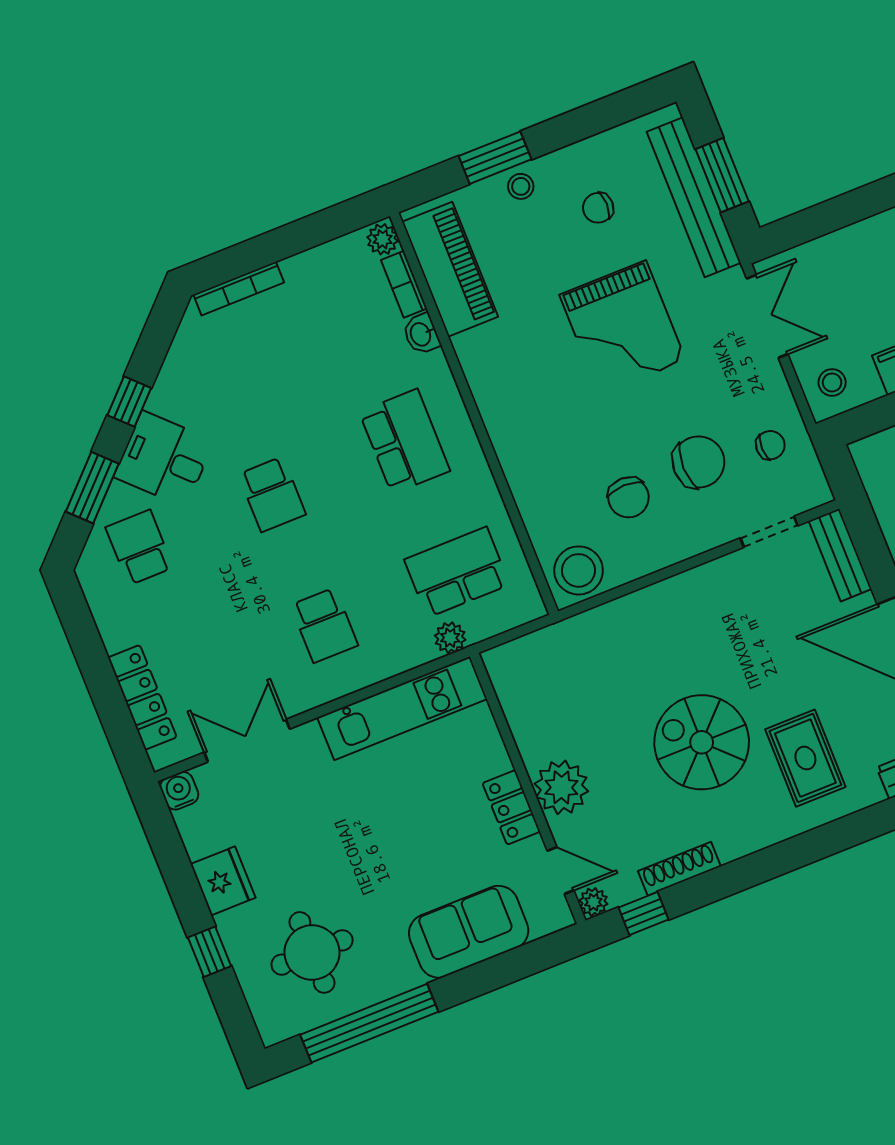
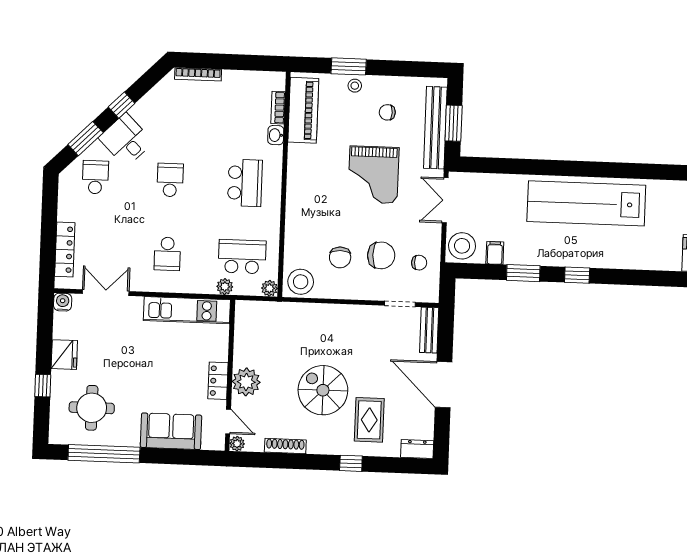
plant: (383, 239) -> (269, 288), moved
double door: (767, 316) -> (445, 200), swing flipped
stool: (832, 382) -> (462, 246), width x1.89, depth x1.89
school desk: (272, 494) -> (170, 180), turned 180
window: (643, 914) -> (351, 463), moved

